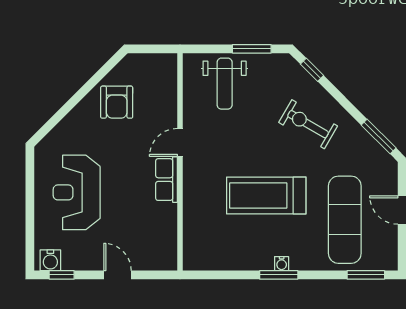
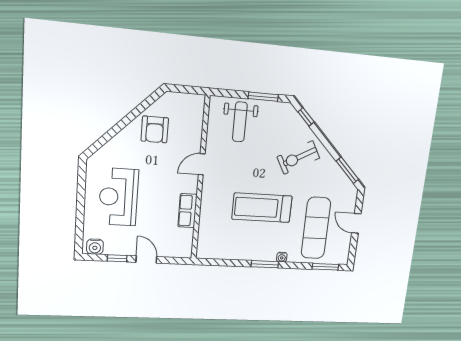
exercise bike: (308, 124) -> (298, 157), turned -59
row of seats: (167, 180) -> (187, 211), moved
water cooler: (282, 264) -> (282, 257), moved
window: (62, 275) -> (117, 258), moved

